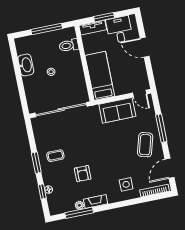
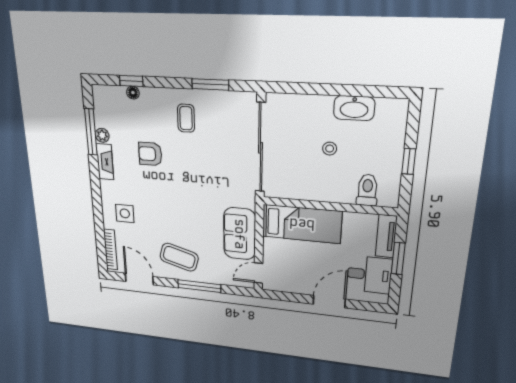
window: (47, 29) -> (409, 161), width x0.46
window: (36, 163) -> (210, 84), moved

